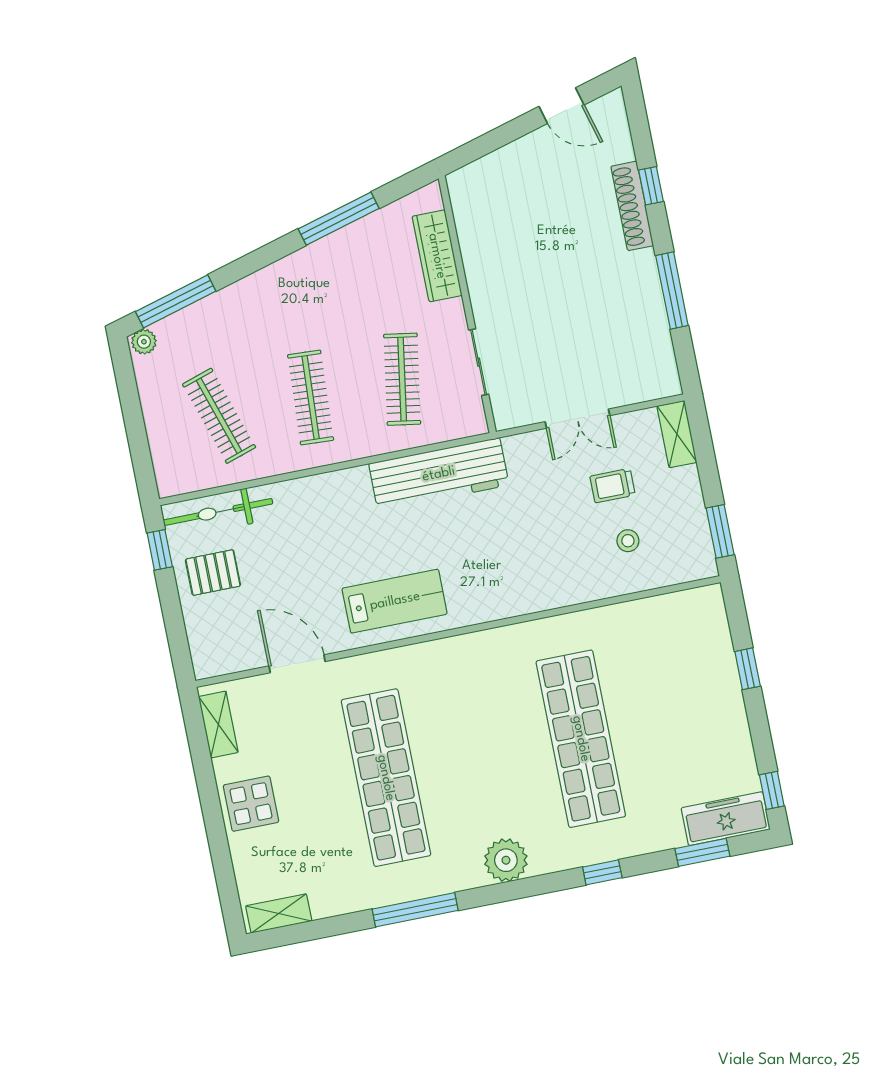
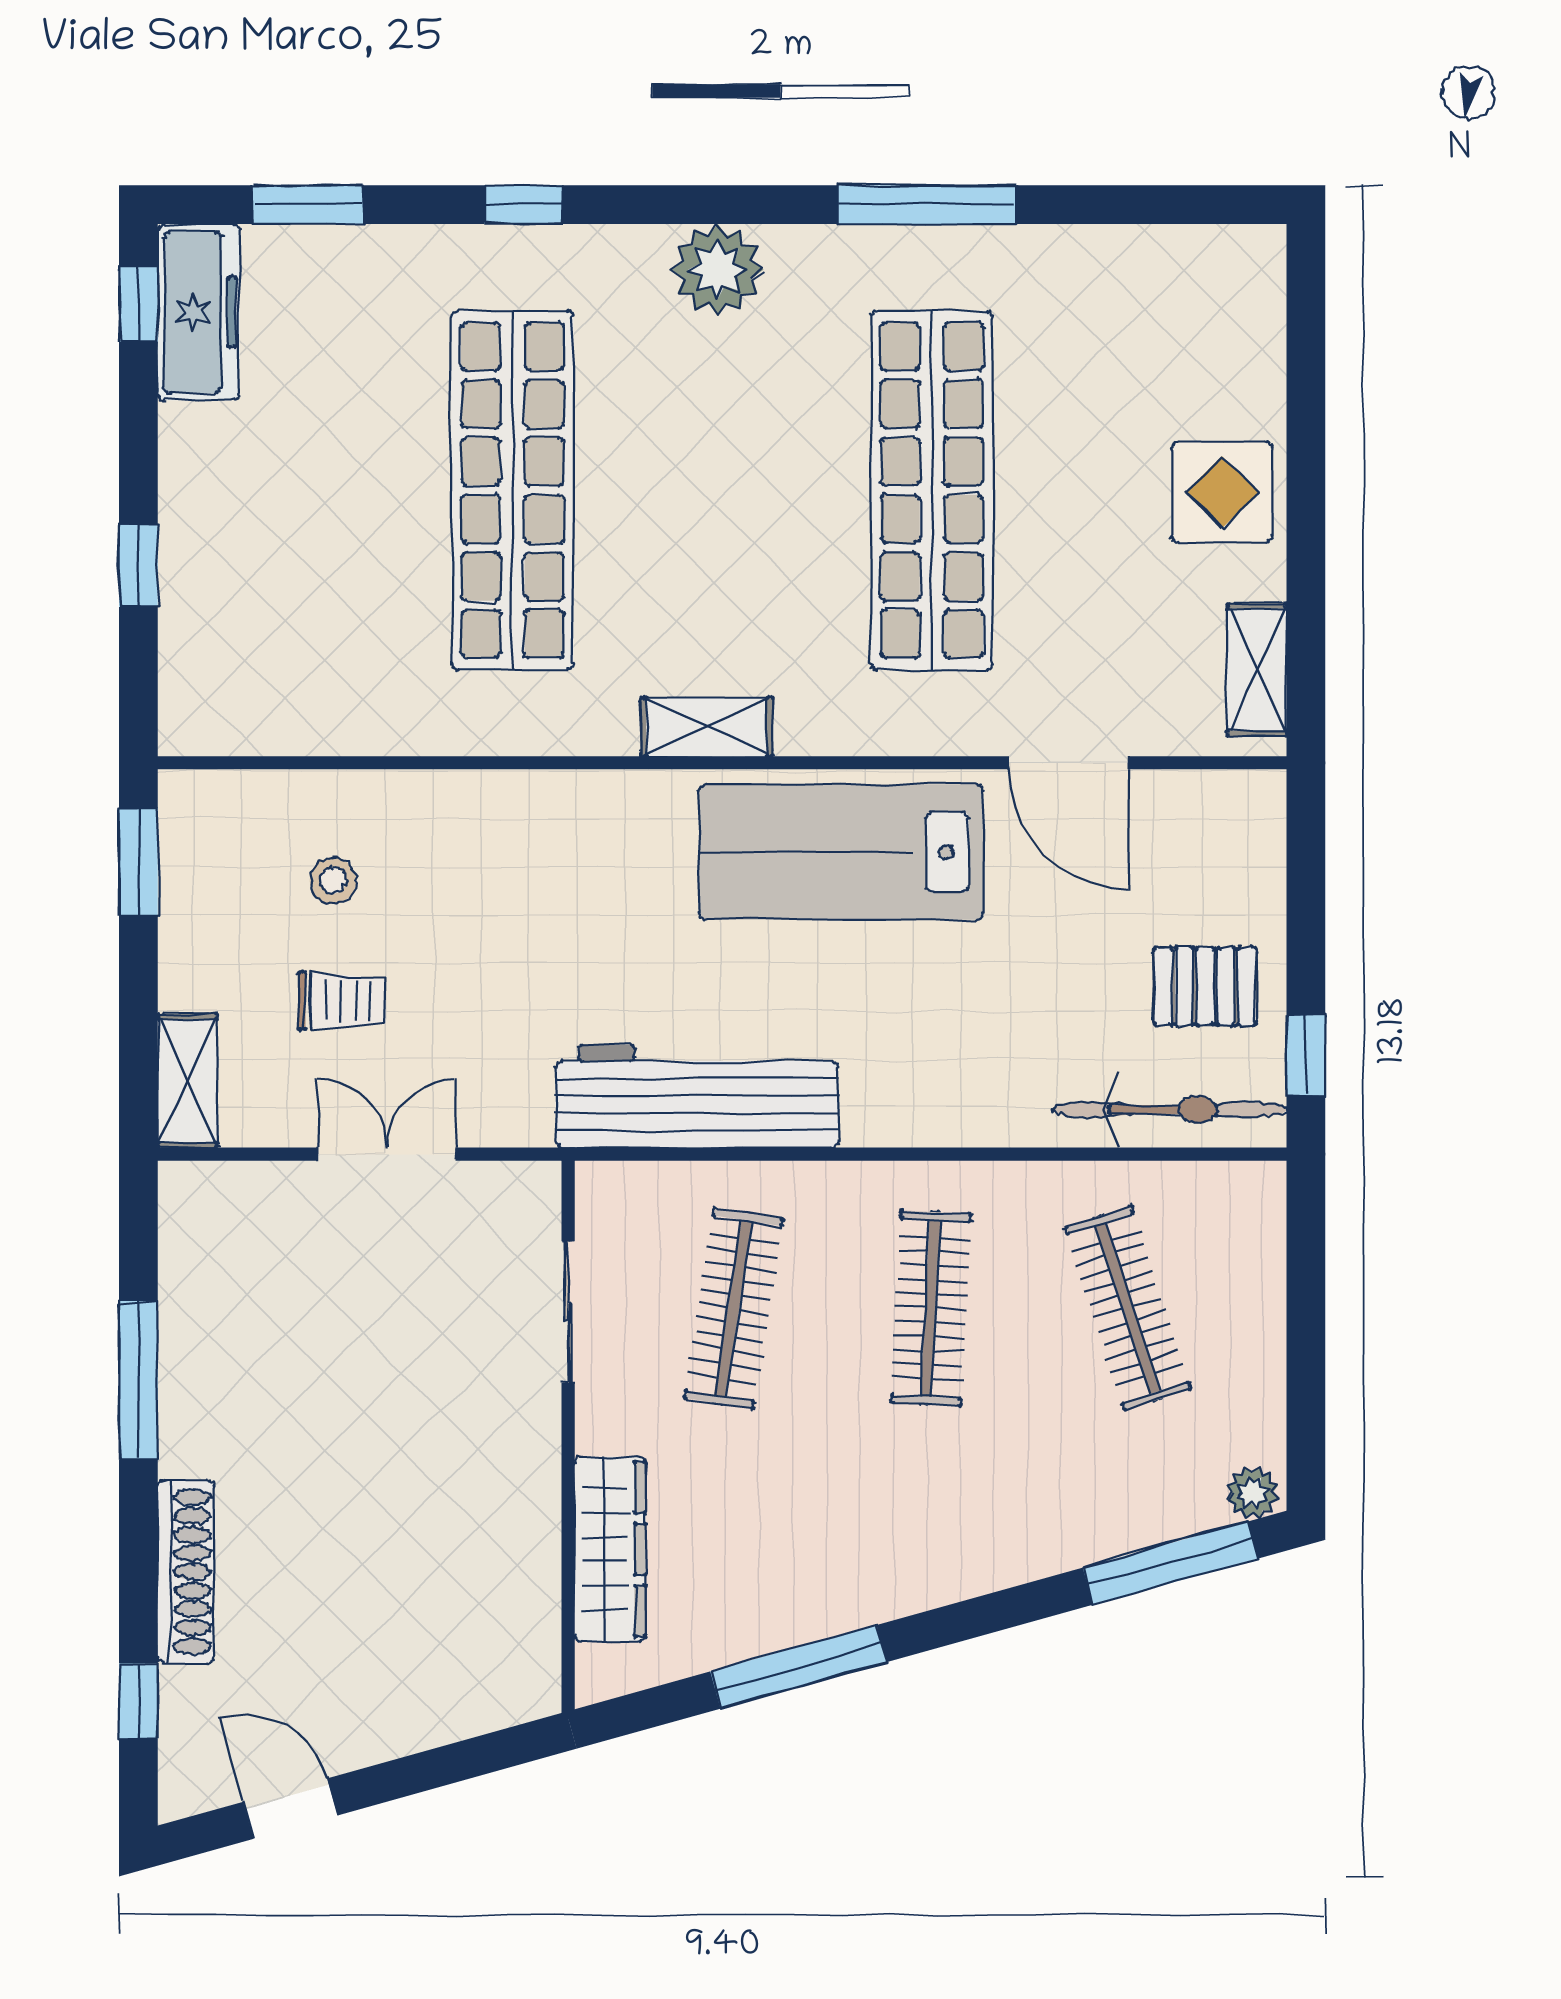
window: (651, 186) -> (138, 1701), moved
lab bench: (395, 601) -> (841, 852), width x1.36, depth x1.39
freezer: (726, 819) -> (198, 312), moved, turned -90
shelving: (279, 913) -> (706, 727), moved

